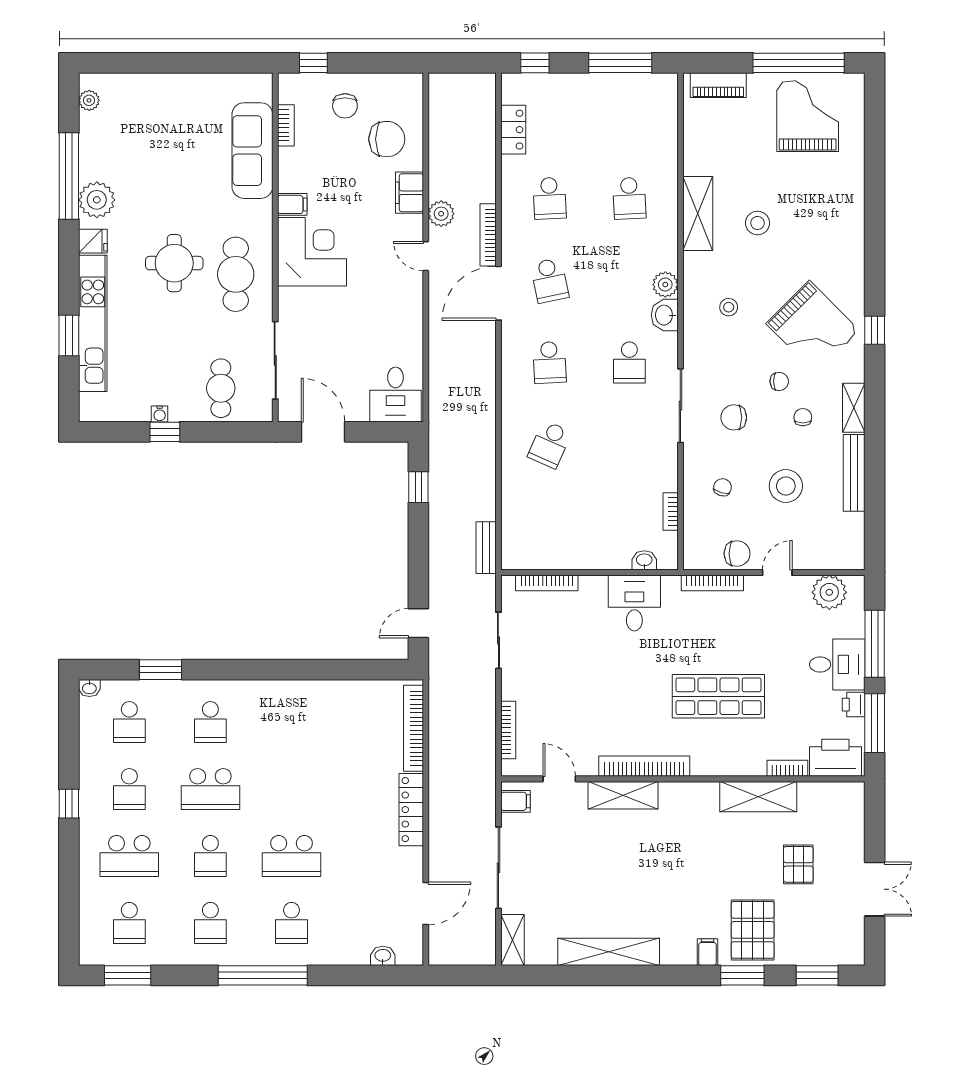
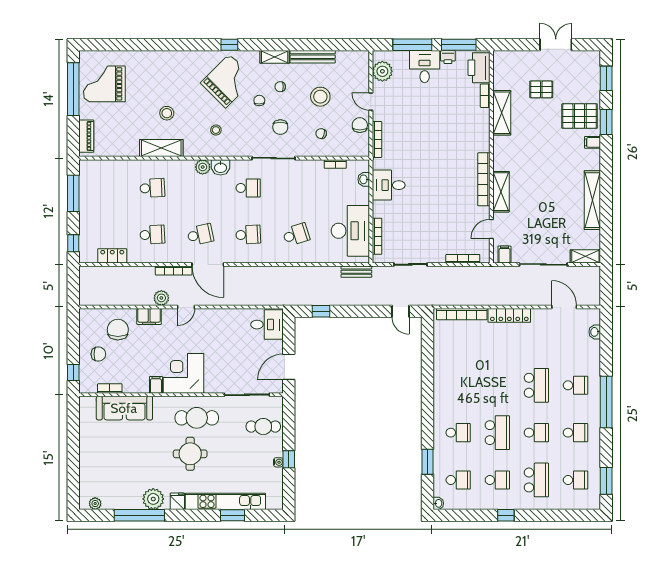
school desk: (550, 444) -> (296, 235), turned -42
desk: (556, 537) -> (350, 231), added
shop shelf: (718, 696) -> (443, 136), removed

